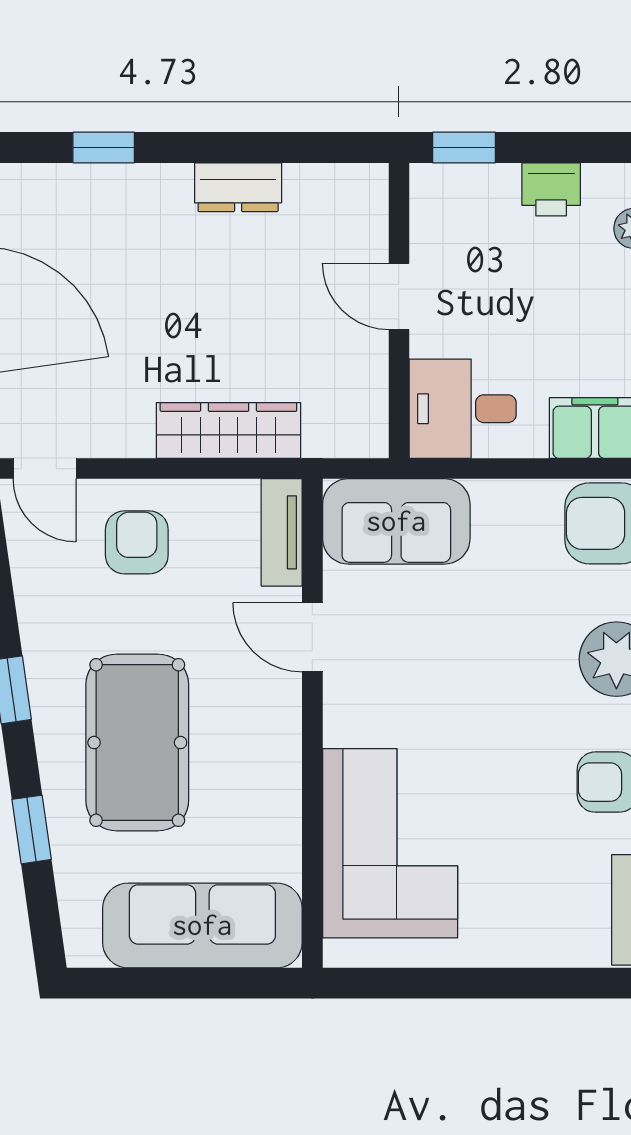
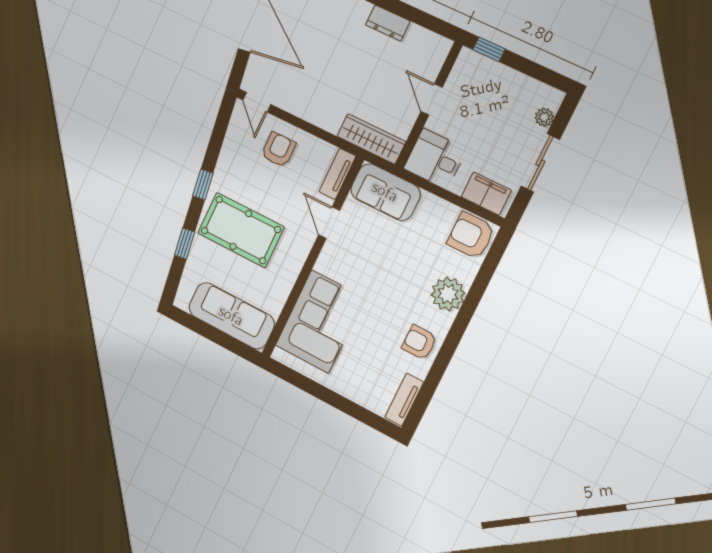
printer: (551, 189) -> (517, 84), removed
wardrobe: (228, 430) -> (371, 139), moved
pool table: (137, 743) -> (241, 230), turned 90

